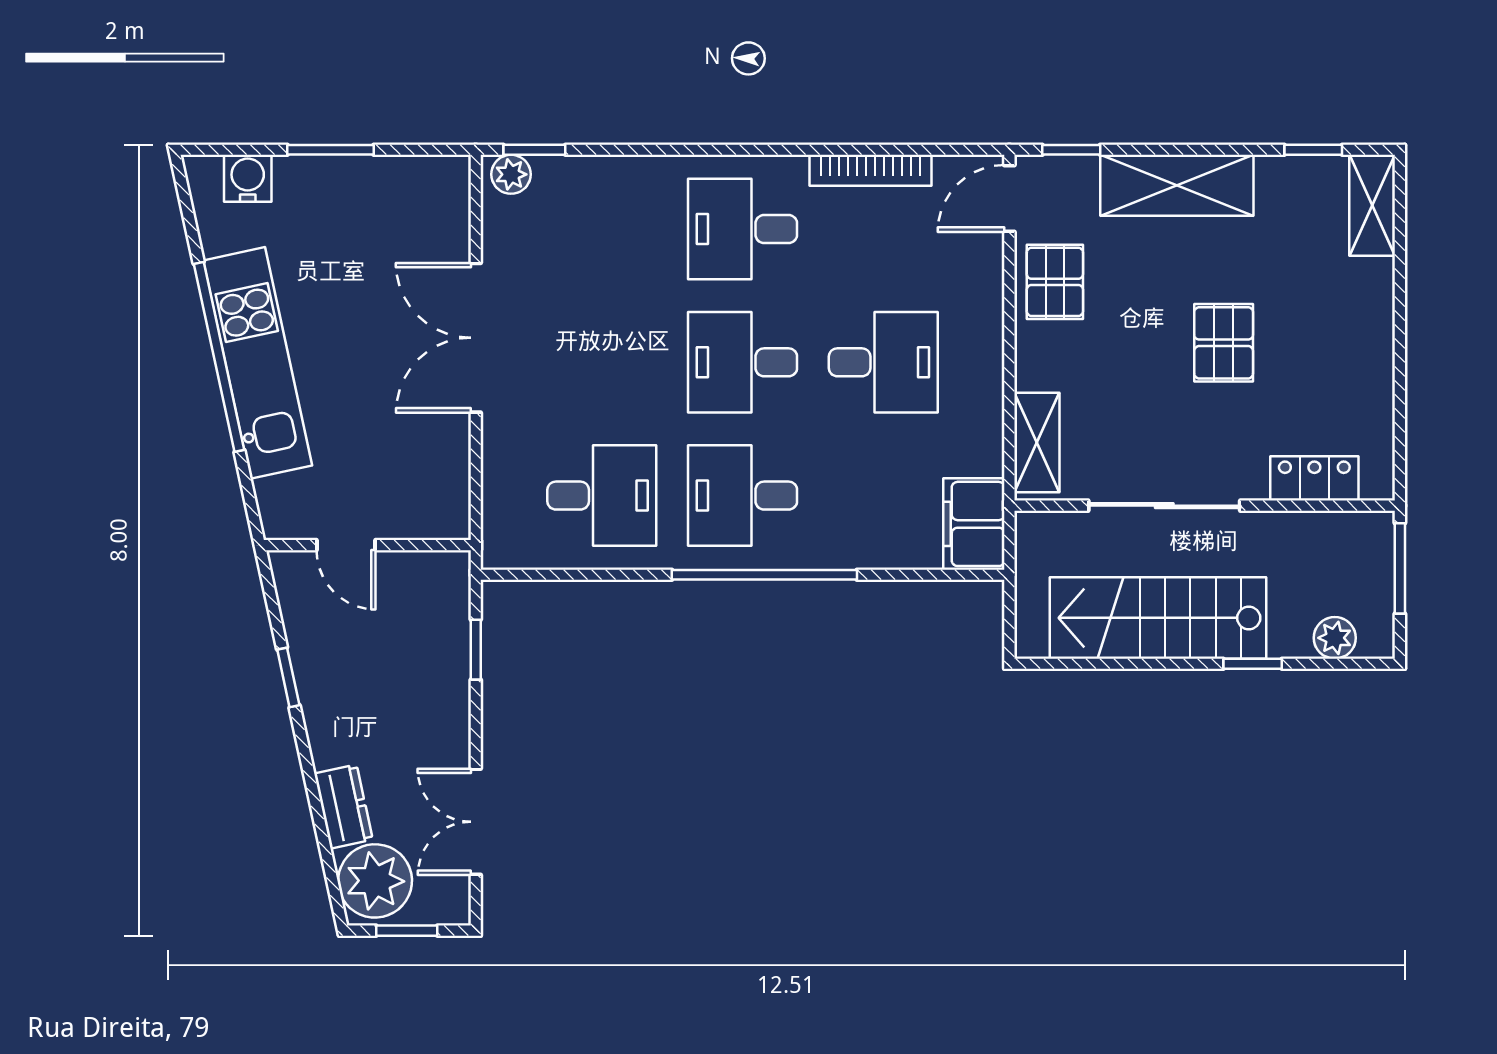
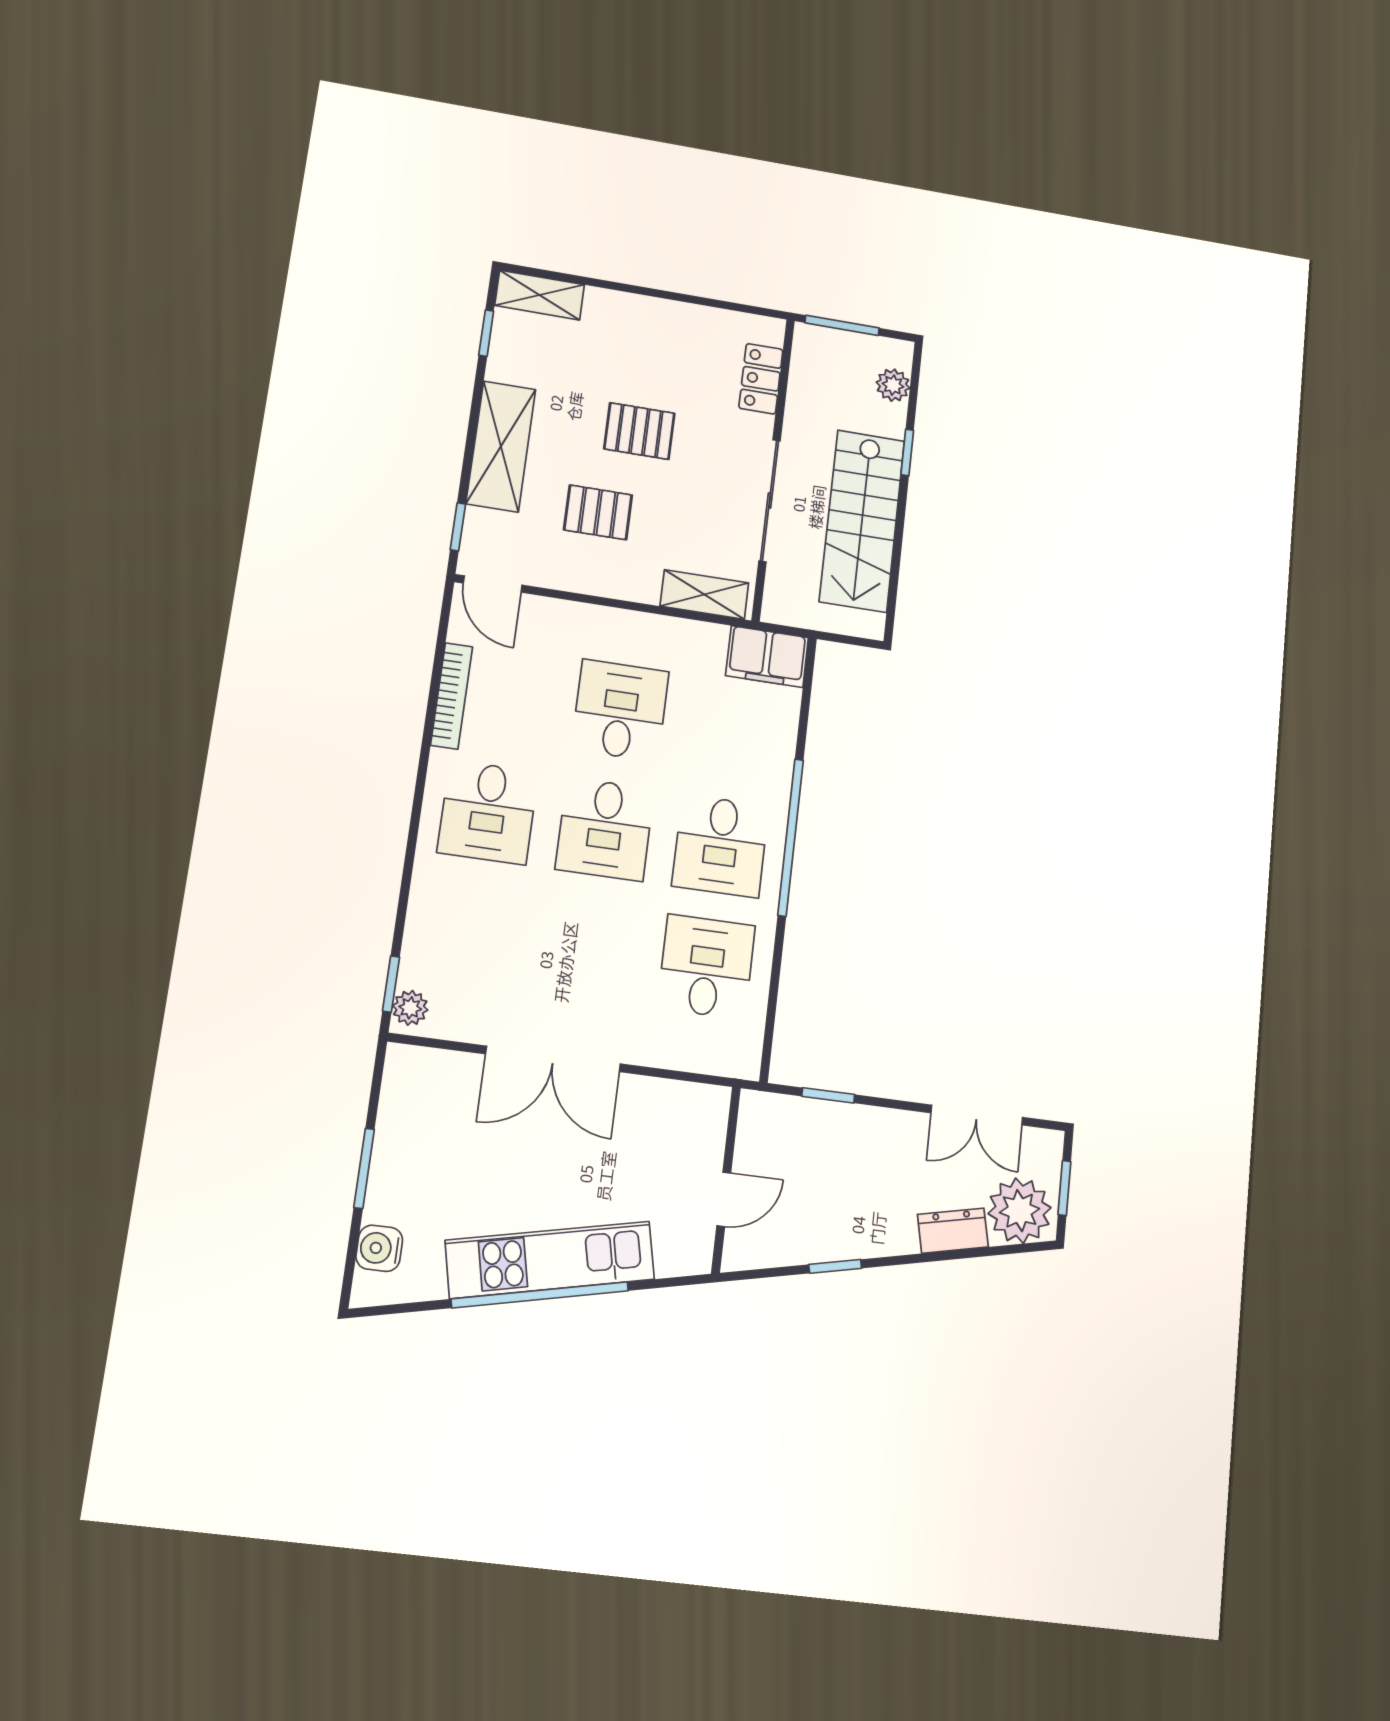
pallet: (1055, 282) -> (598, 512), moved

